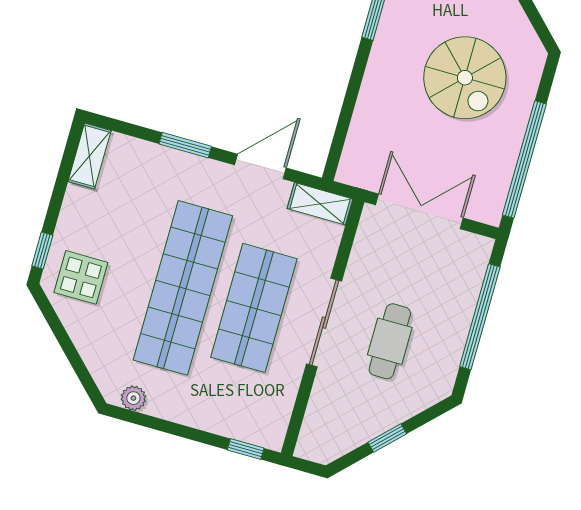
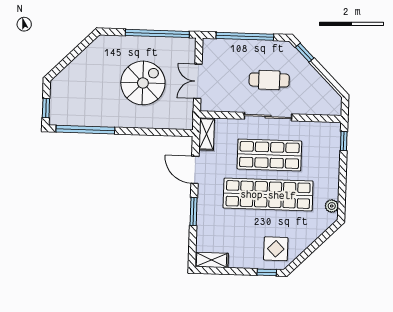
spiral stairs: (465, 78) -> (143, 83), moved
double door: (419, 211) -> (198, 81), width x0.73
window: (387, 438) -> (305, 53), moved

